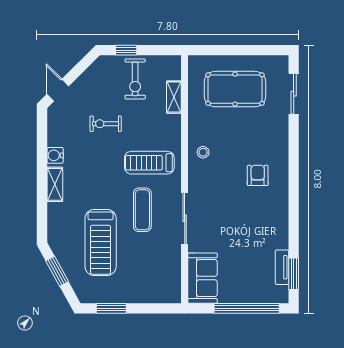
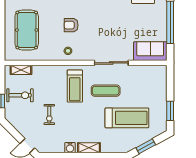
shelving: (174, 97) -> (21, 70), moved
armchair: (258, 175) -> (71, 25), moved

